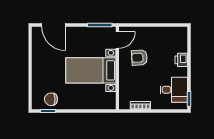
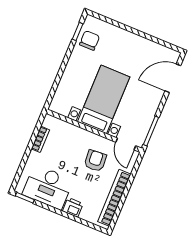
bookcase: (161, 32) -> (114, 198), added
desk: (174, 90) -> (48, 187), width x1.37

